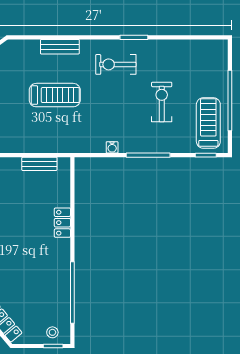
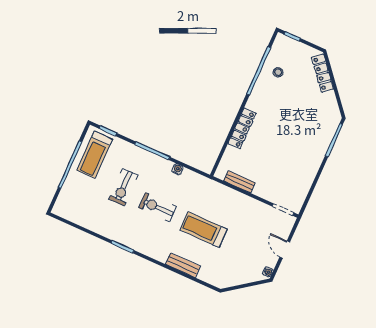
exercise bike: (116, 64) -> (157, 207), moved, turned 180
locker: (62, 223) -> (242, 128), width x1.53
stool: (52, 332) -> (278, 72), moved

